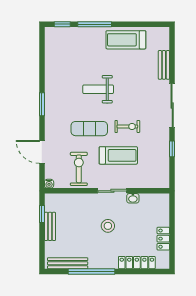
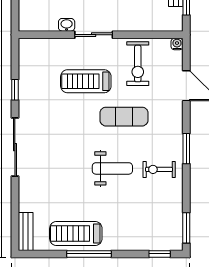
window: (95, 24) -> (89, 254), moved
treadmill: (126, 40) -> (76, 234), turned 180
window: (42, 44) -> (186, 228), added
bench: (164, 65) -> (26, 232), moved
exercise bike: (127, 126) -> (159, 169), moved

